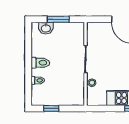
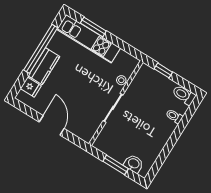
toilet: (40, 63) -> (184, 95), moved
window: (51, 108) -> (163, 70), moved

